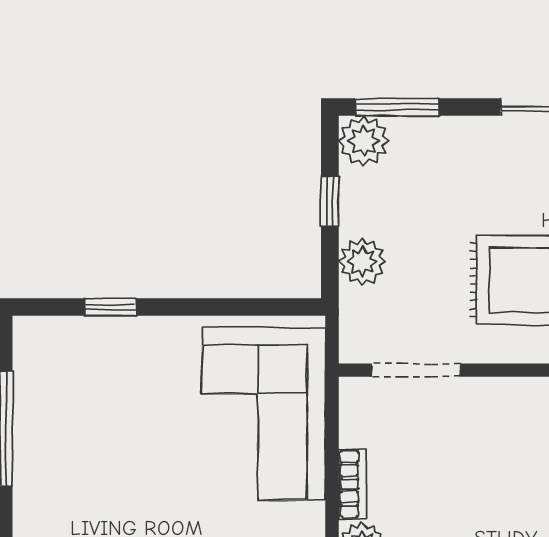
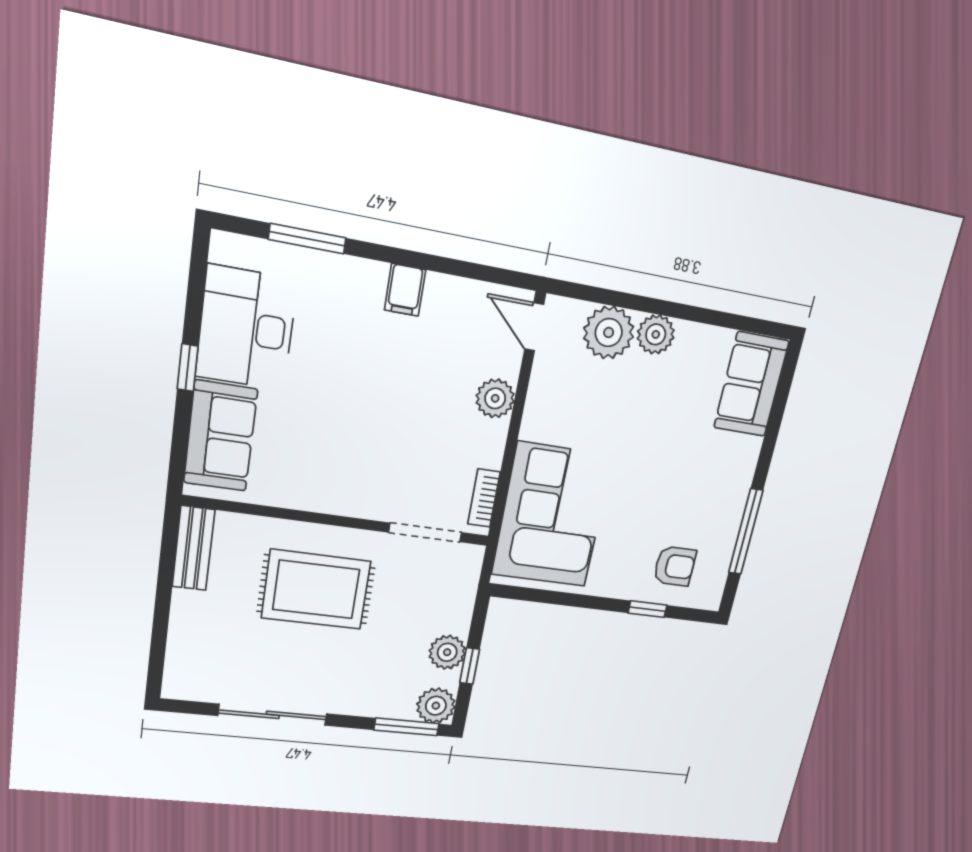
plant: (362, 261) -> (447, 652), moved
armchair: (88, 370) -> (675, 566), added
bookcase: (353, 484) -> (484, 498), moved

